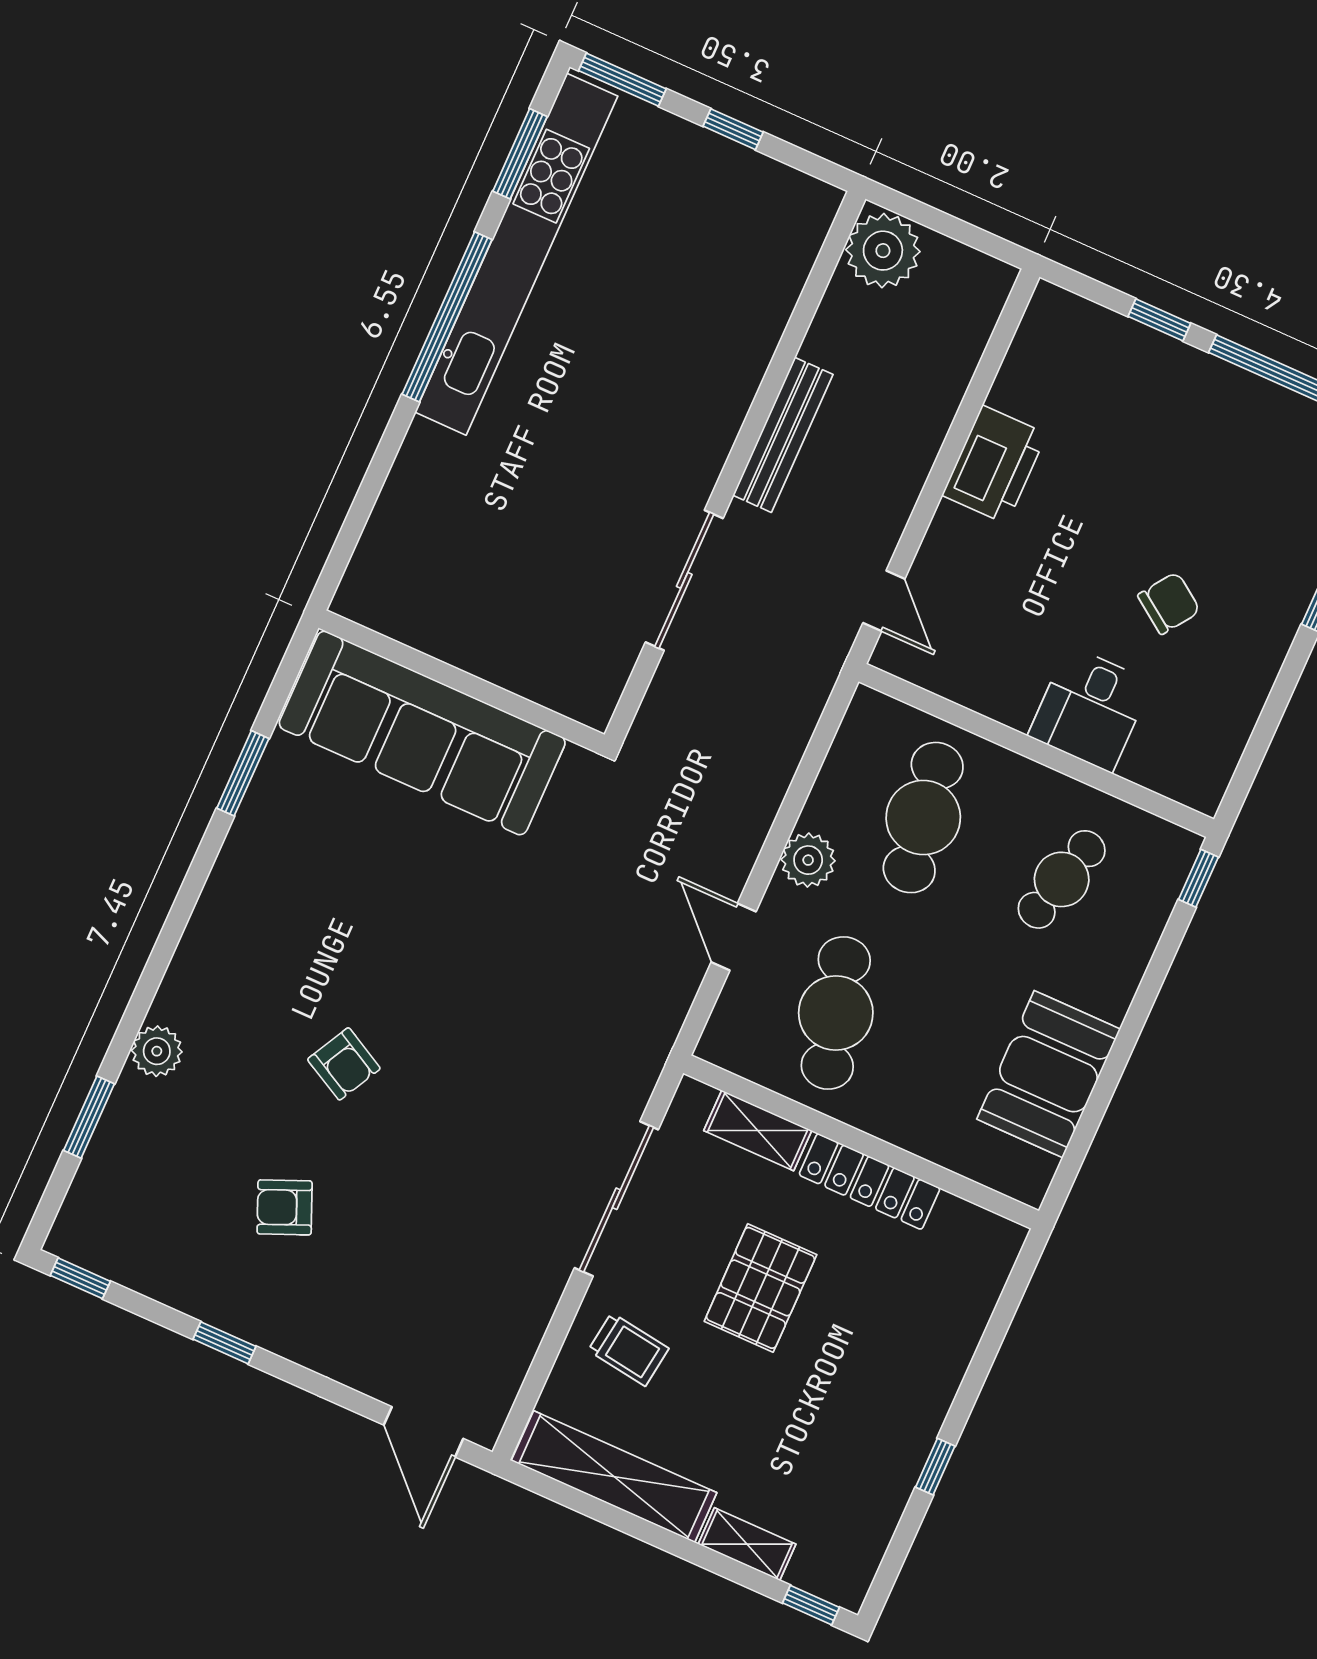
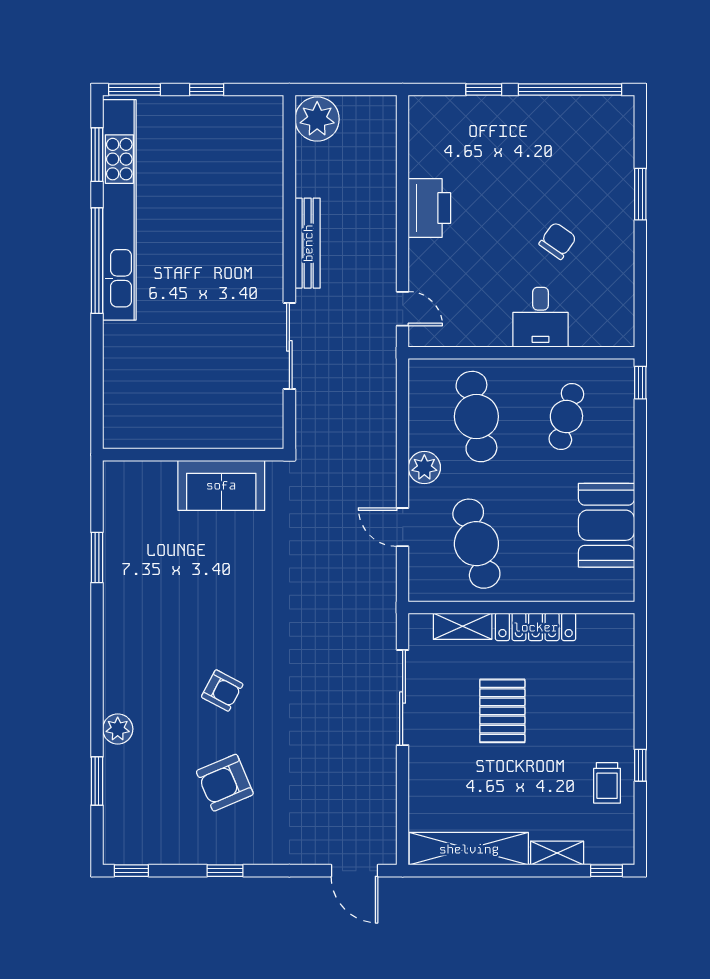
sofa: (422, 733) -> (221, 485), width x0.54, depth x0.79
armchair: (285, 1207) -> (225, 783), width x1.38, depth x1.38
trolley: (628, 1349) -> (607, 783), moved, turned 82

